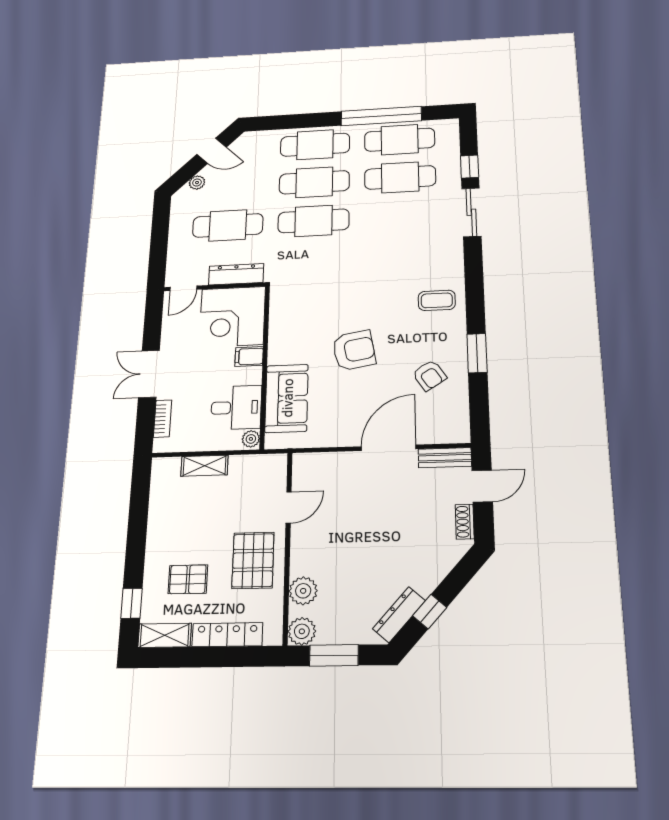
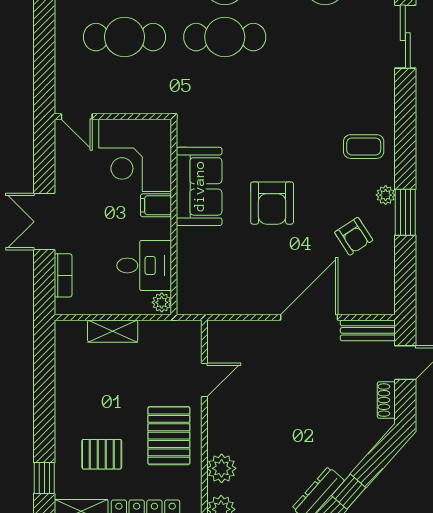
dresser: (236, 274) -> (137, 102), removed
door: (183, 288) -> (77, 117), hinge flipped
plant: (458, 339) -> (386, 195), added
armchair: (354, 350) -> (272, 203), turned 100
sofa: (287, 398) -> (199, 186), moved

